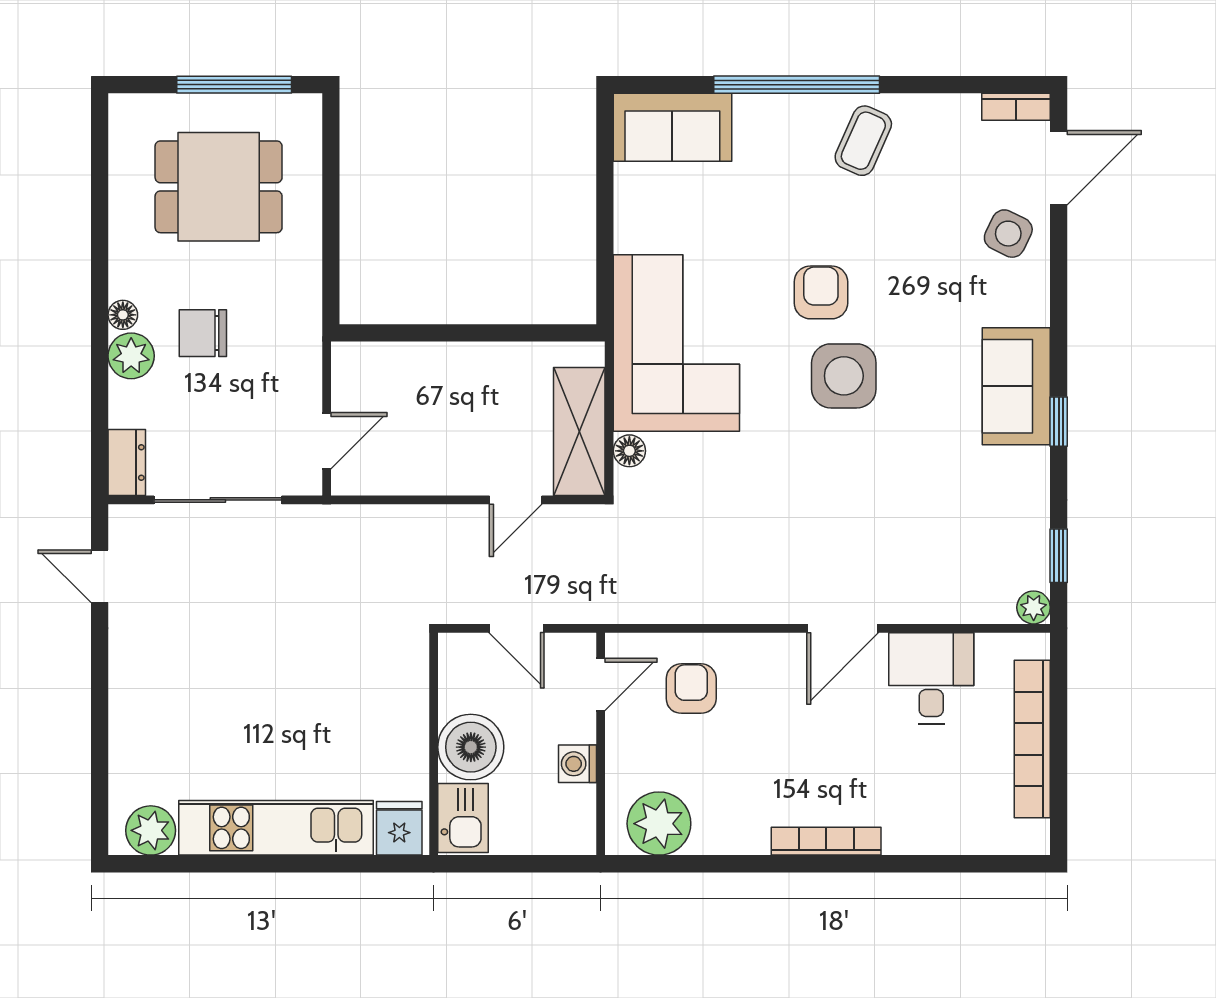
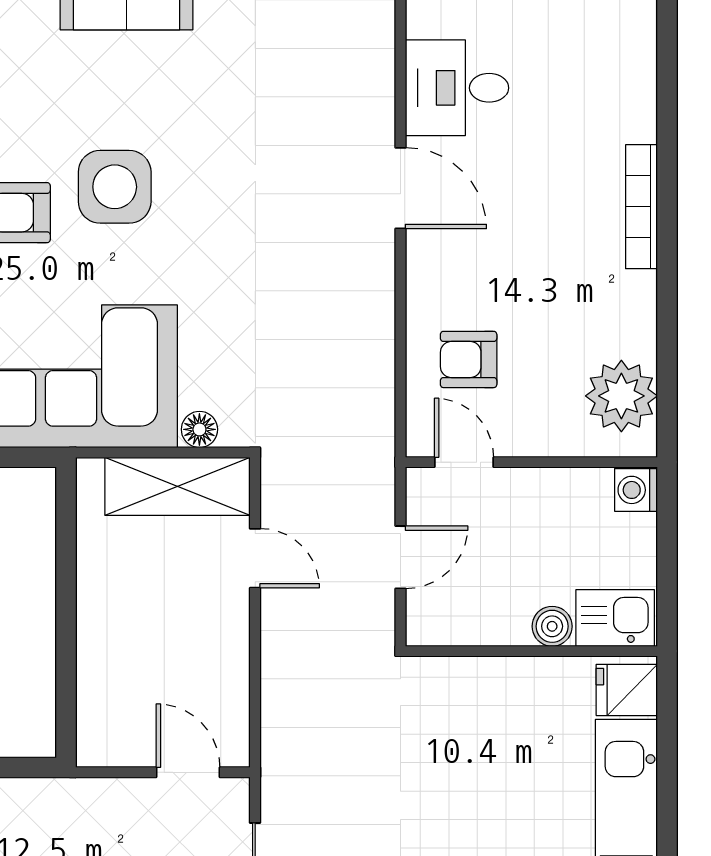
boiler: (471, 747) -> (552, 626), width x0.54, depth x0.54
washing machine: (577, 764) -> (636, 490), moved, turned 90

